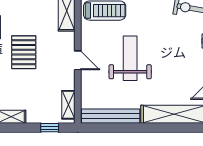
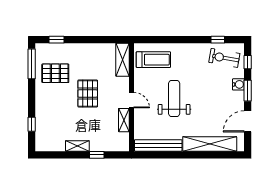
shelving: (68, 105) -> (124, 120), moved
window: (50, 128) -> (97, 155), moved

